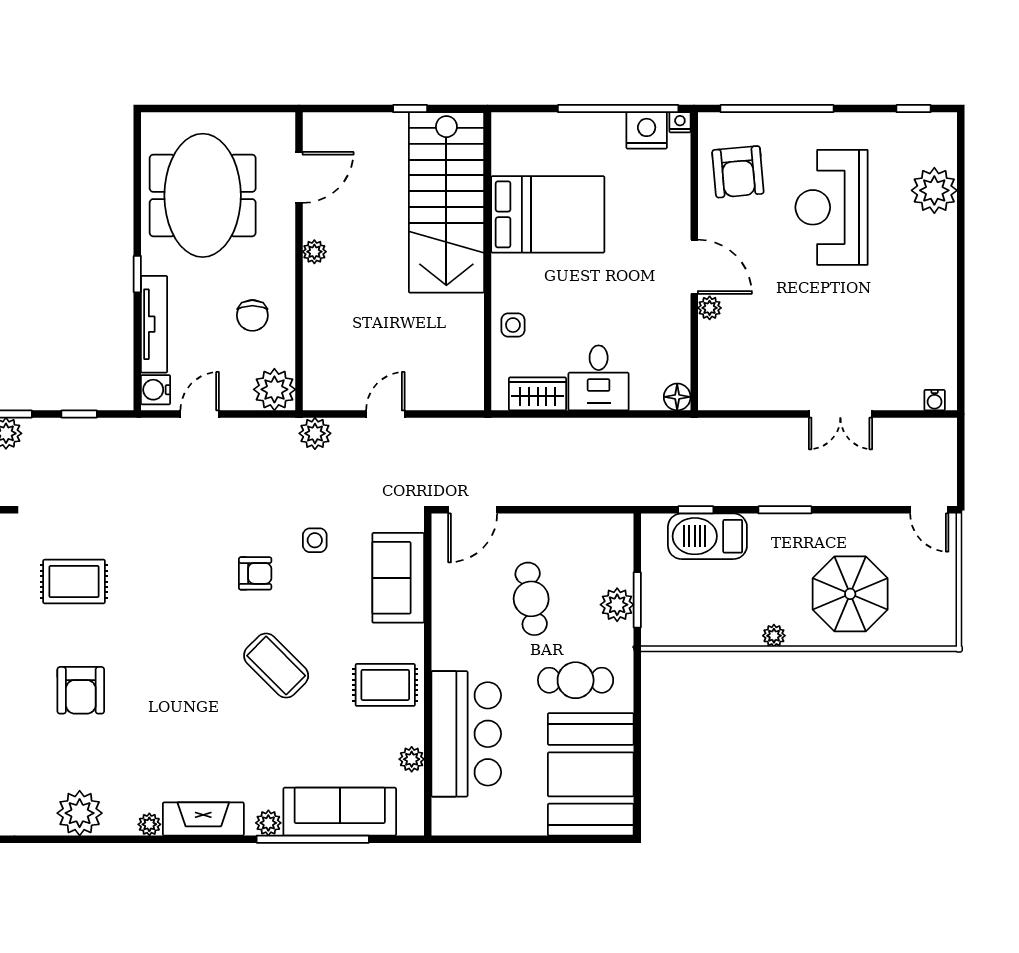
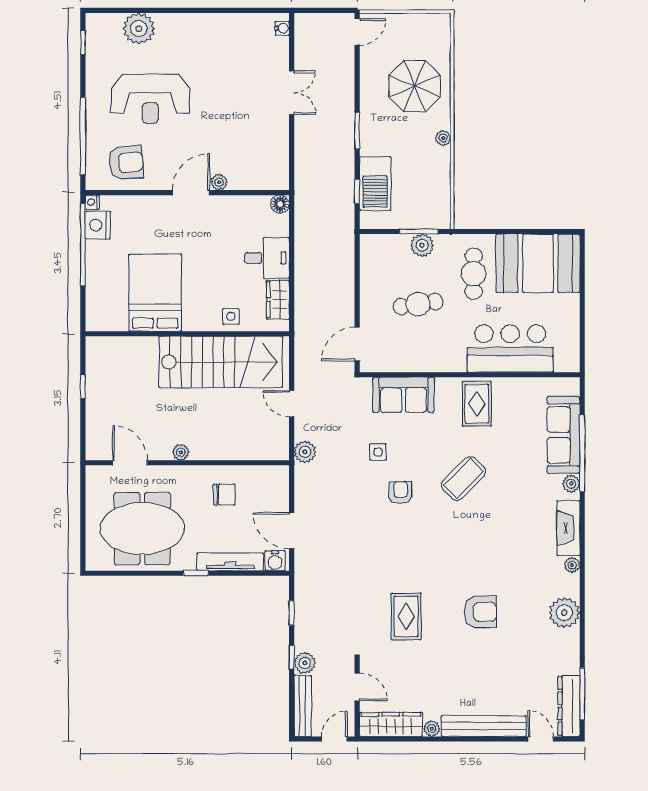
stairs: (446, 202) -> (221, 362), moved
plant: (274, 389) -> (275, 479), removed
door: (200, 414) -> (292, 531), width x1.38
door: (473, 510) -> (357, 344), swing flipped
plant: (412, 759) -> (528, 386), removed

